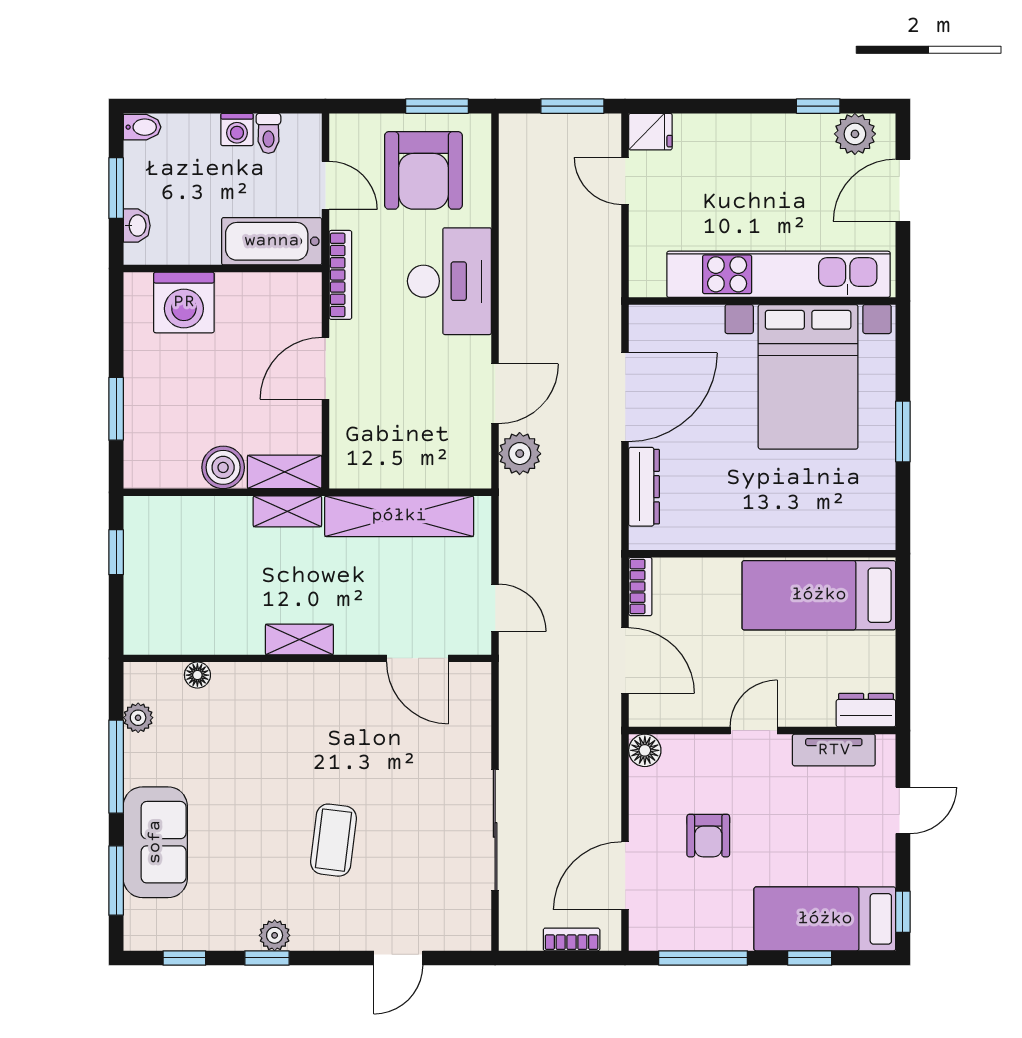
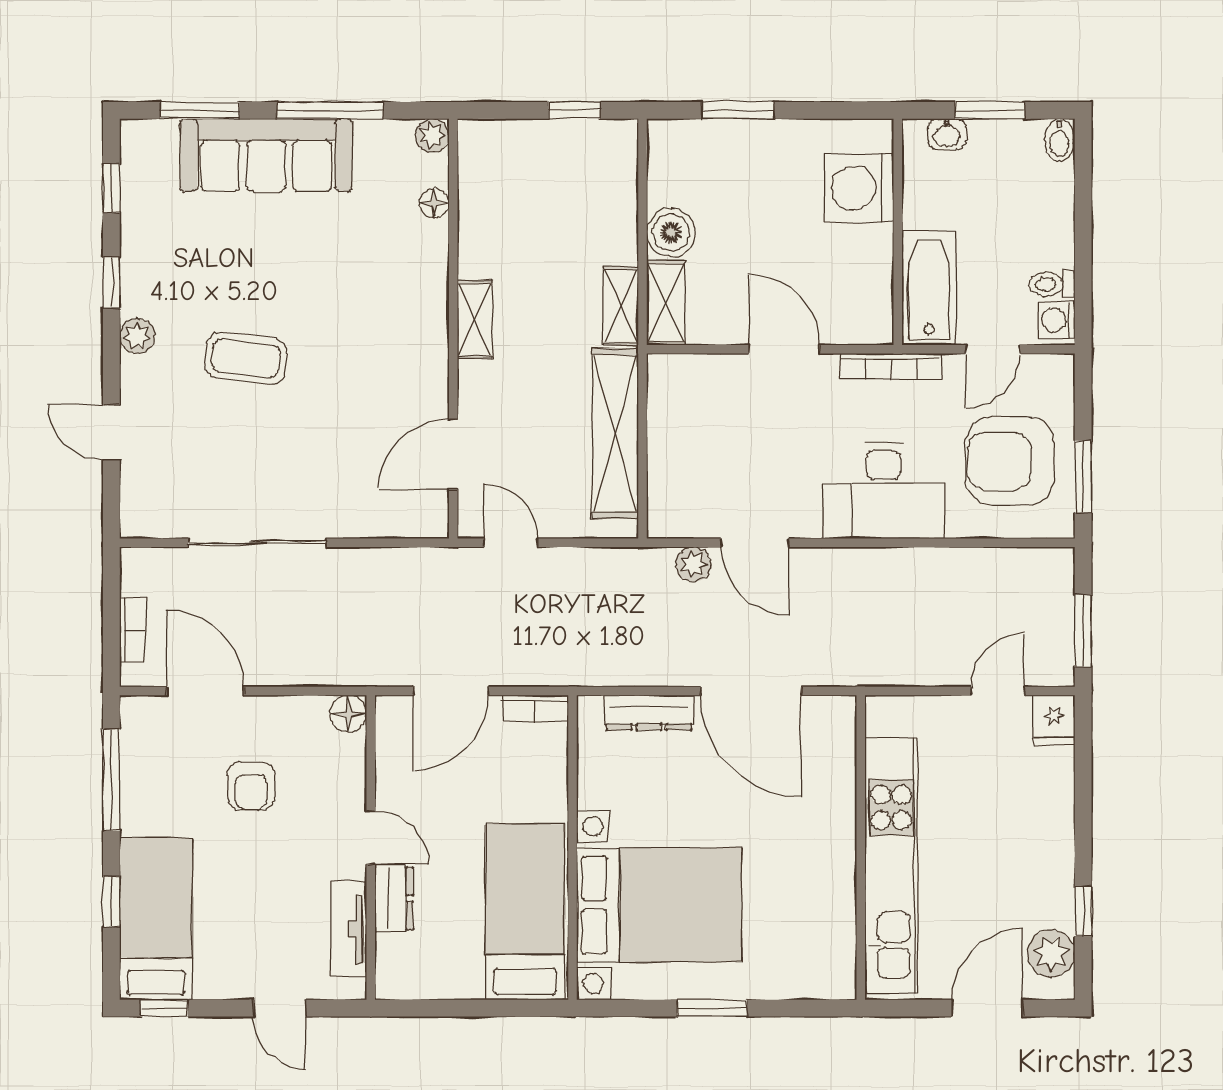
washing machine: (237, 130) -> (1056, 320), moved
door: (903, 190) -> (987, 1008), hinge flipped
bed with nightstands: (808, 377) -> (659, 905), moved, turned 180
plant: (520, 454) -> (693, 564), width x0.73, depth x0.73
door: (495, 608) -> (511, 543), swing flipped
dresser: (866, 710) -> (394, 898), moved
plant: (138, 718) -> (432, 136), moved
armchair: (708, 836) -> (251, 786), turned -90
sofa: (155, 842) -> (266, 155), width x1.36
plant: (275, 935) -> (137, 336), moved

